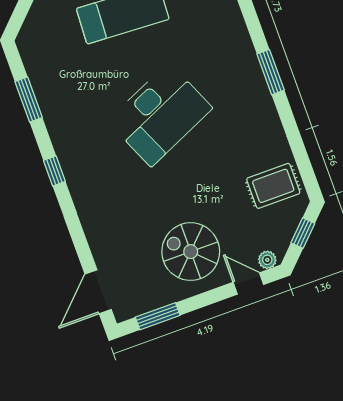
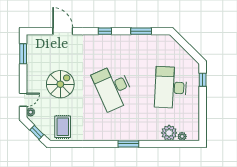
window: (271, 72) -> (128, 144), moved
spiral stairs: (191, 252) -> (60, 84), moved
door: (98, 292) -> (63, 31), moved

